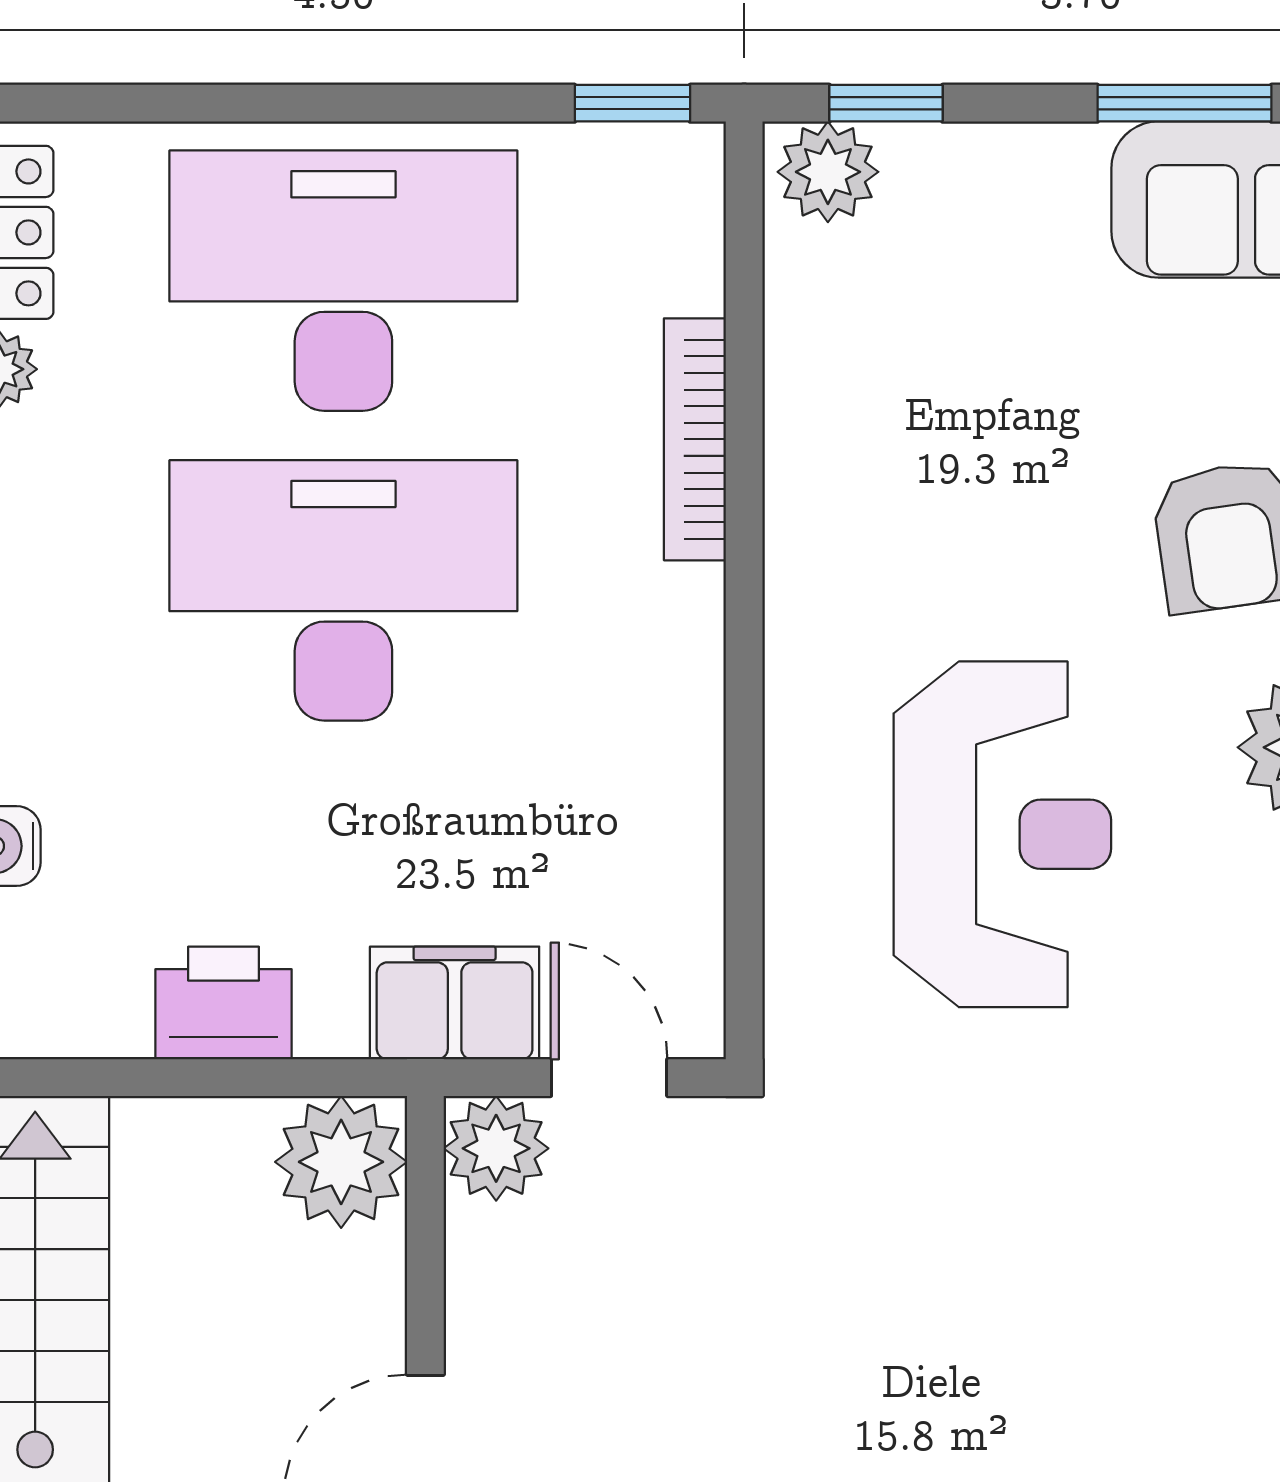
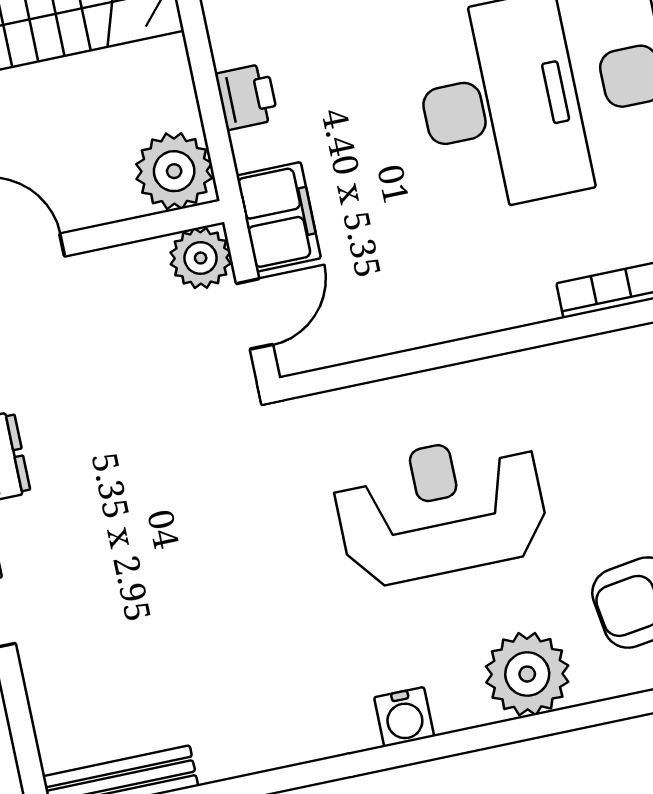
reception desk: (1002, 834) -> (441, 509), turned 180
printer: (223, 1003) -> (247, 97), width x0.73, depth x0.81

